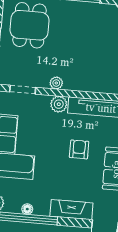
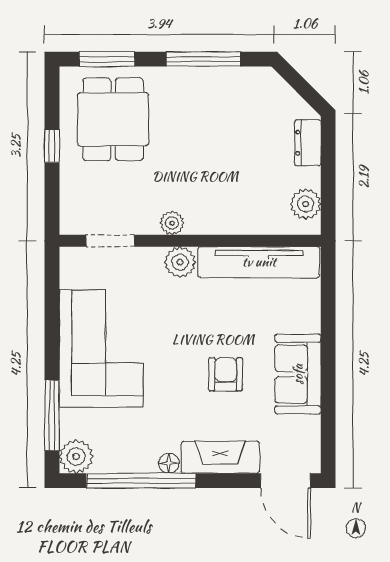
armchair: (79, 149) -> (226, 374), moved
floor lamp: (27, 209) -> (169, 463), moved

